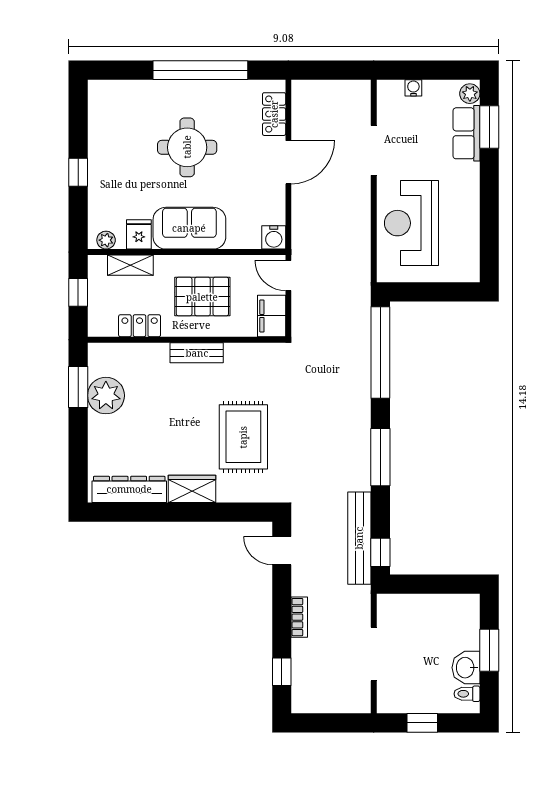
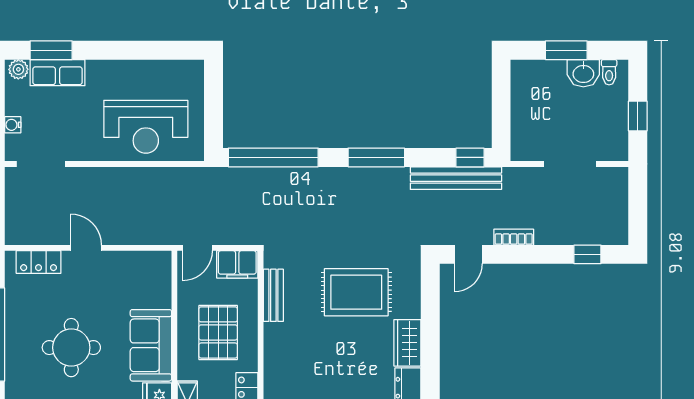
doorway: (374, 150) -> (41, 164), moved
door: (288, 162) -> (86, 248), width x0.73
water cooler: (274, 237) -> (160, 262), removed
bench: (197, 353) -> (273, 295), moved
bookcase: (299, 617) -> (514, 237), moved

